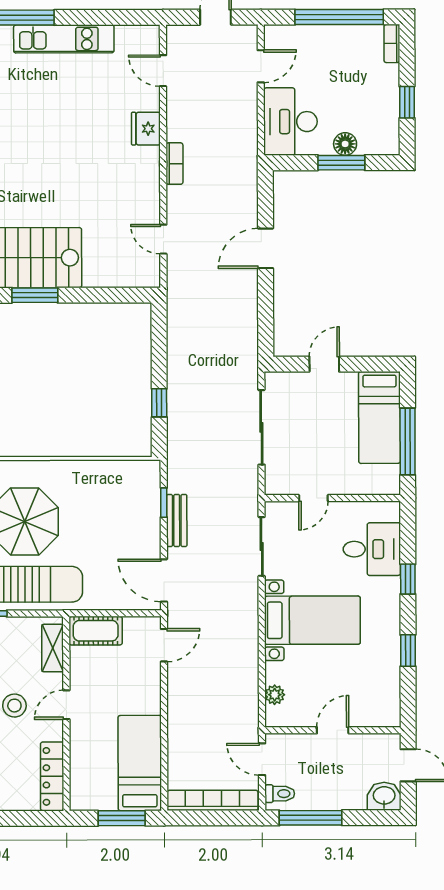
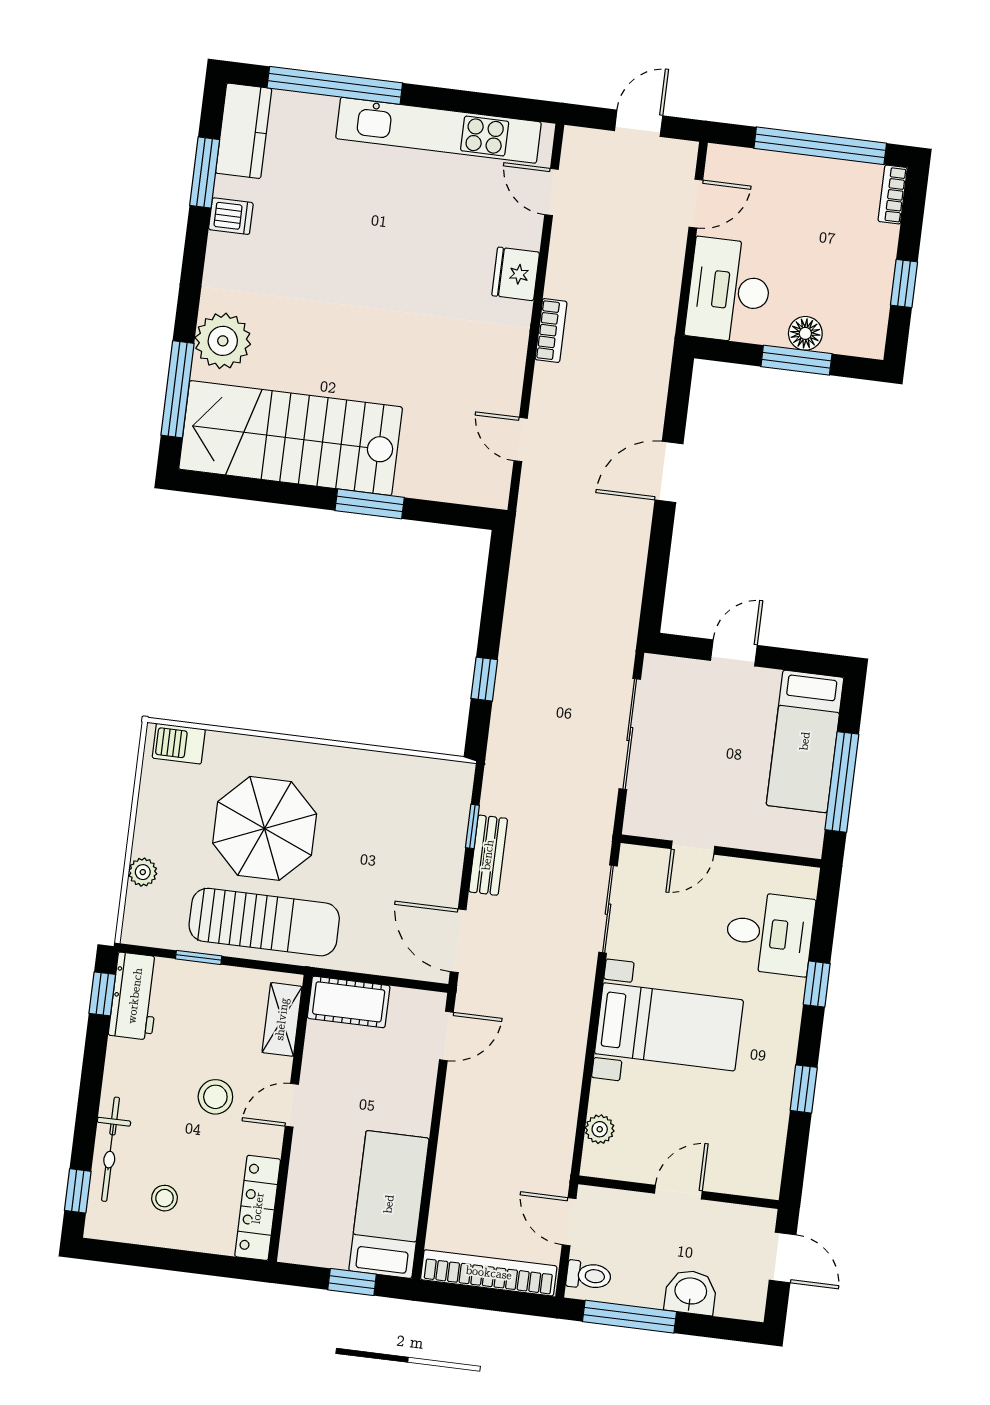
kitchen unit: (64, 39) -> (438, 130), width x1.36
window: (35, 295) -> (370, 504), moved
washbasin: (384, 796) -> (691, 1292), moved
window: (122, 818) -> (352, 1282), width x0.67

